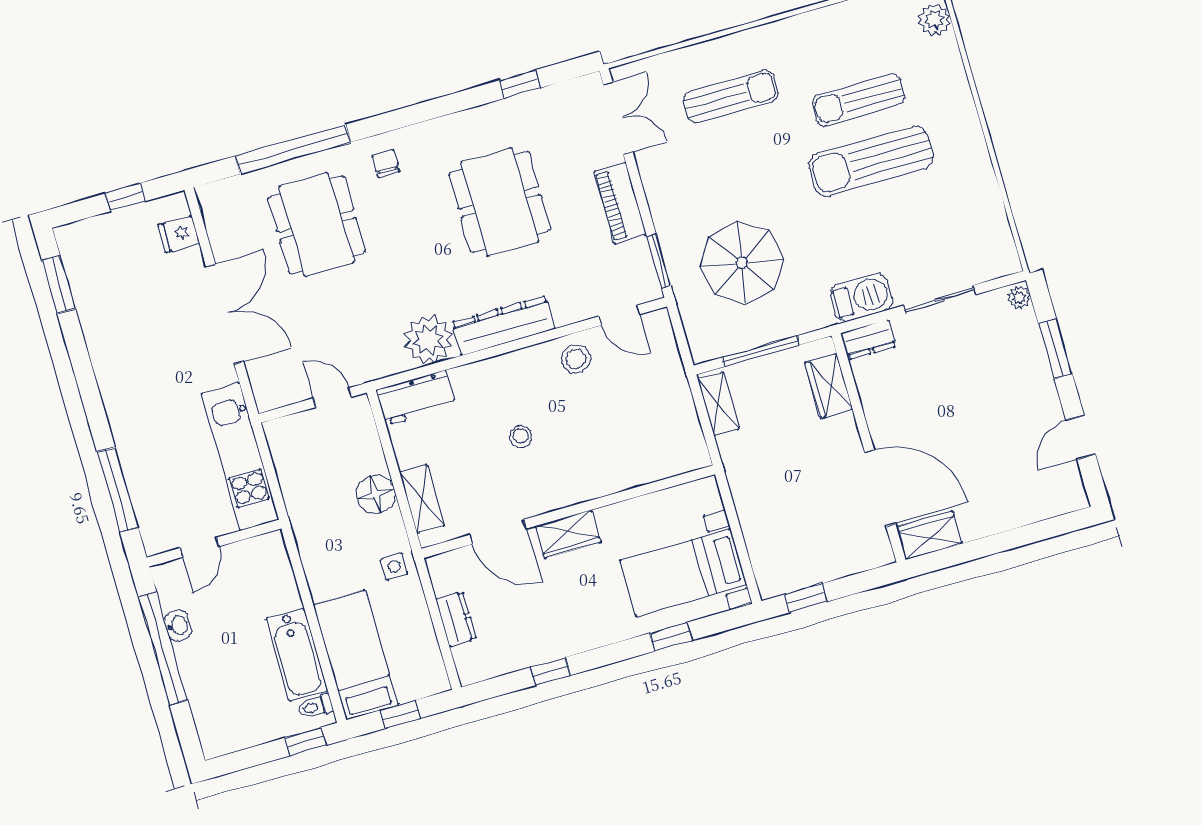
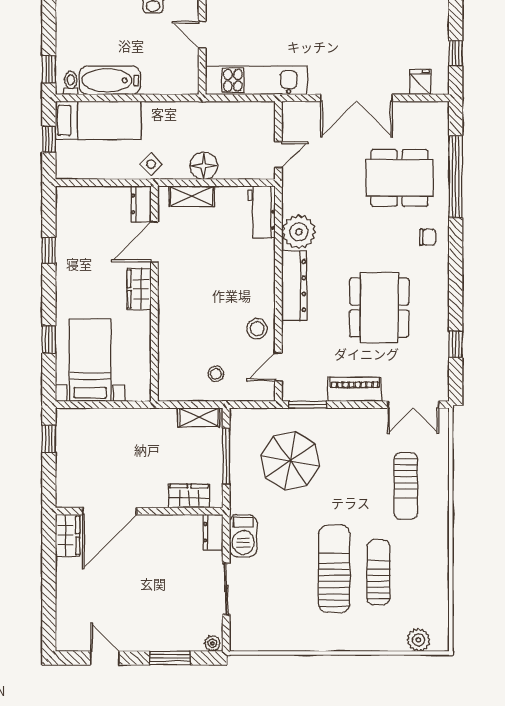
dining table: (500, 202) -> (379, 307), turned 90
stool: (521, 436) -> (216, 374), moved
side table: (394, 566) -> (151, 164), turned 45
dresser: (456, 619) -> (141, 204), moved, turned 90

